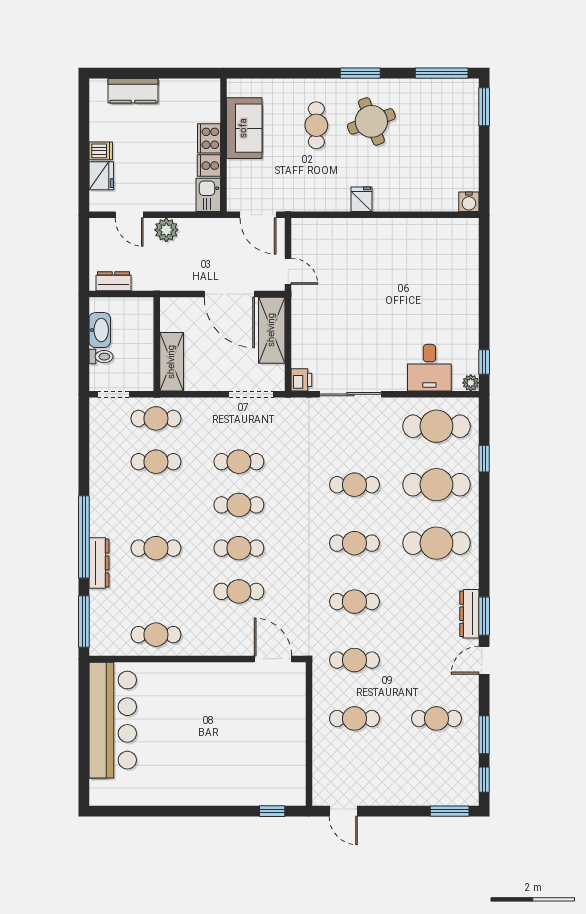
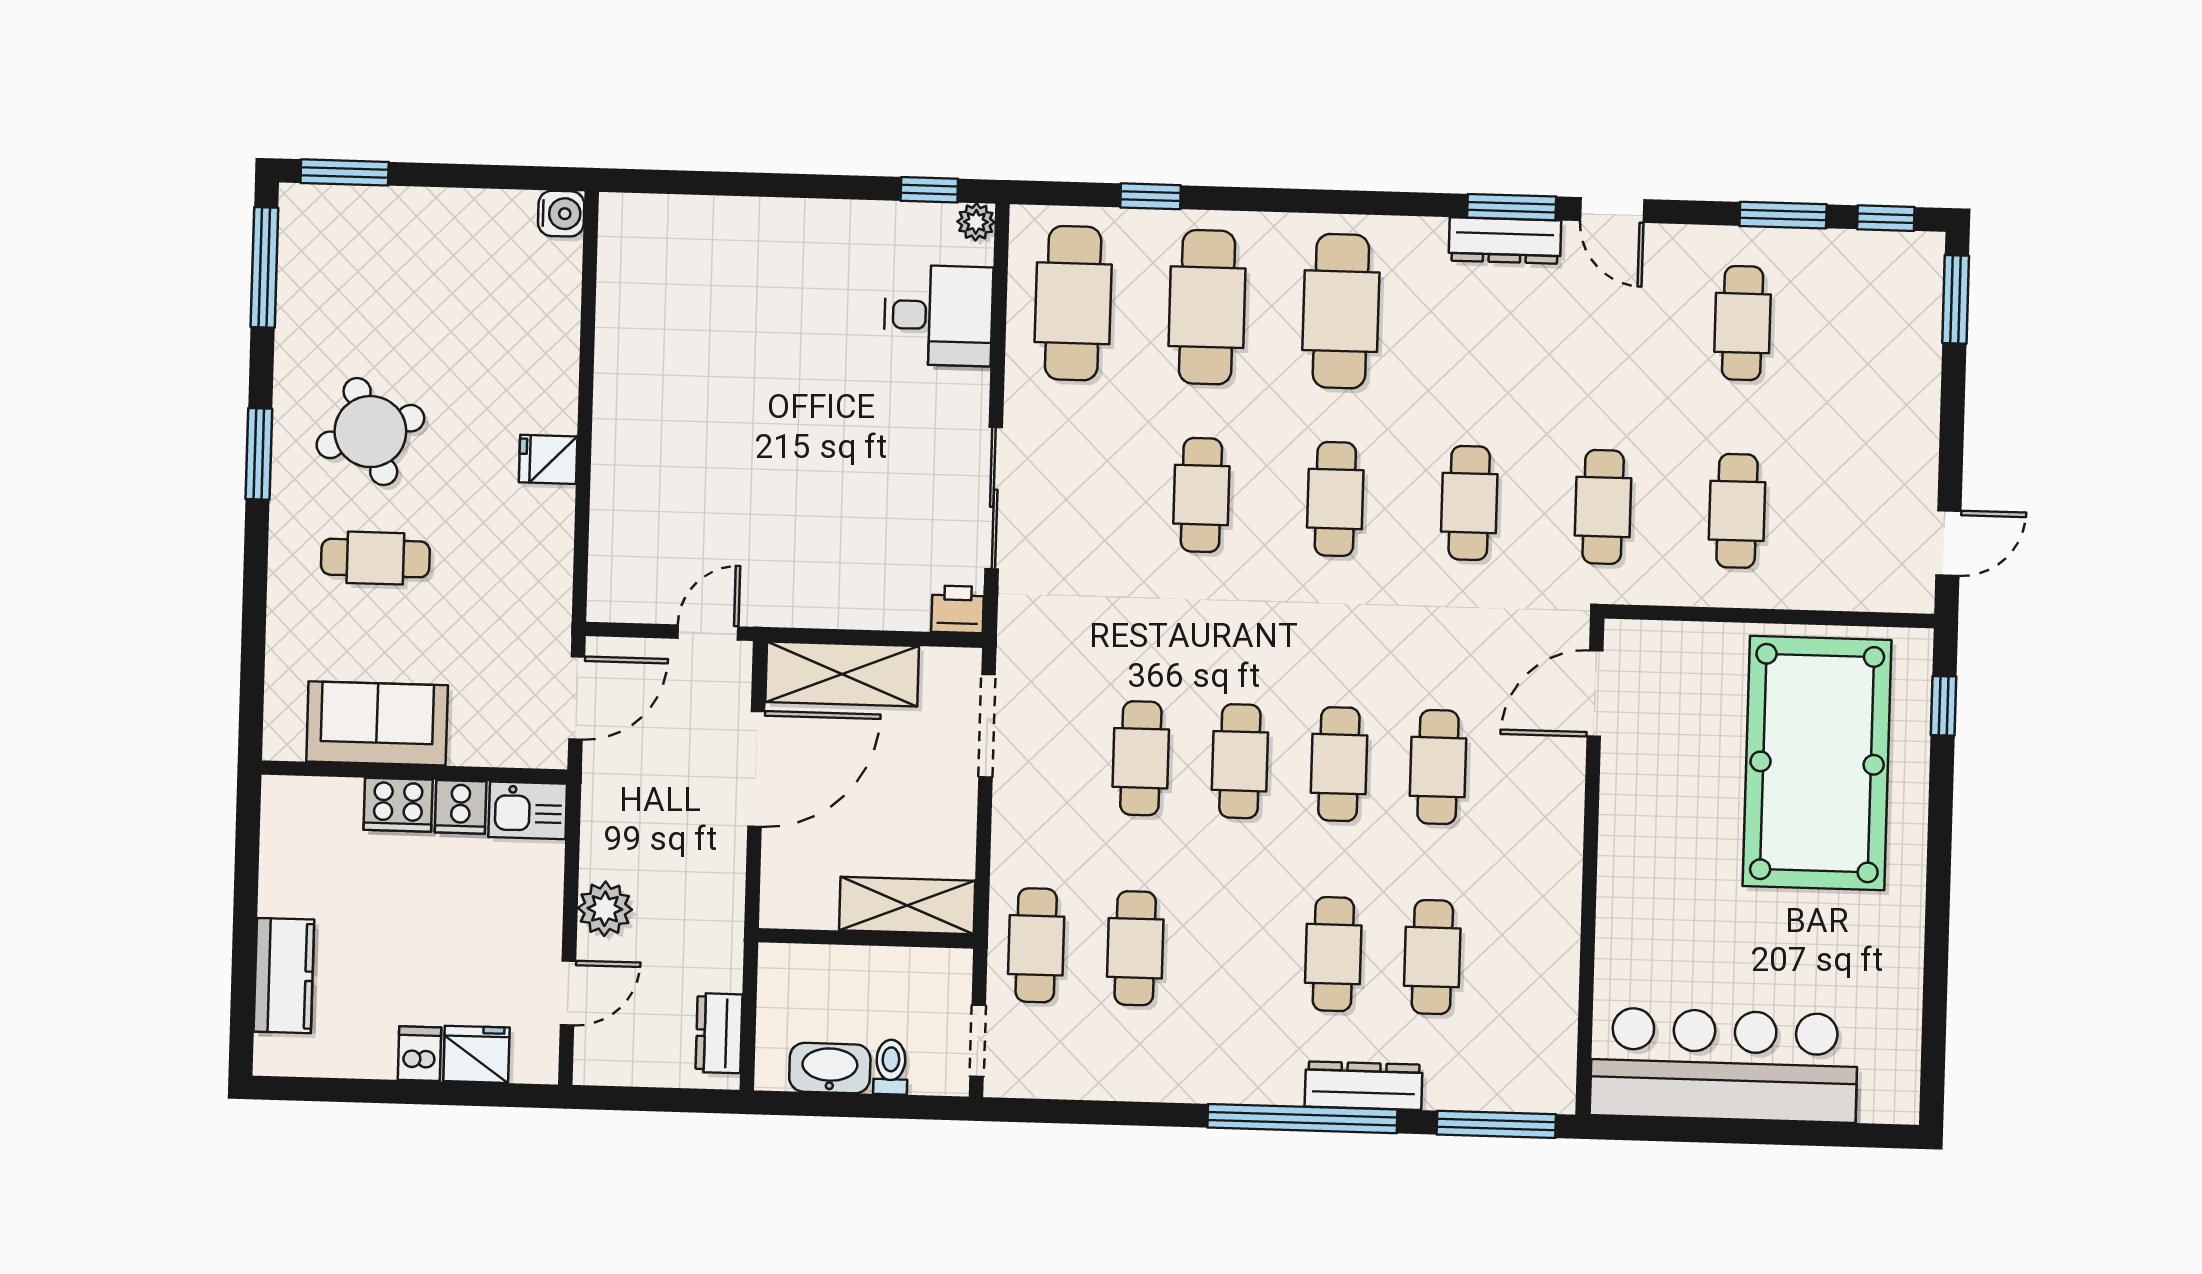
cafe table: (156, 635) -> (1432, 957), moved
pool table: (246, 757) -> (1817, 763), added

